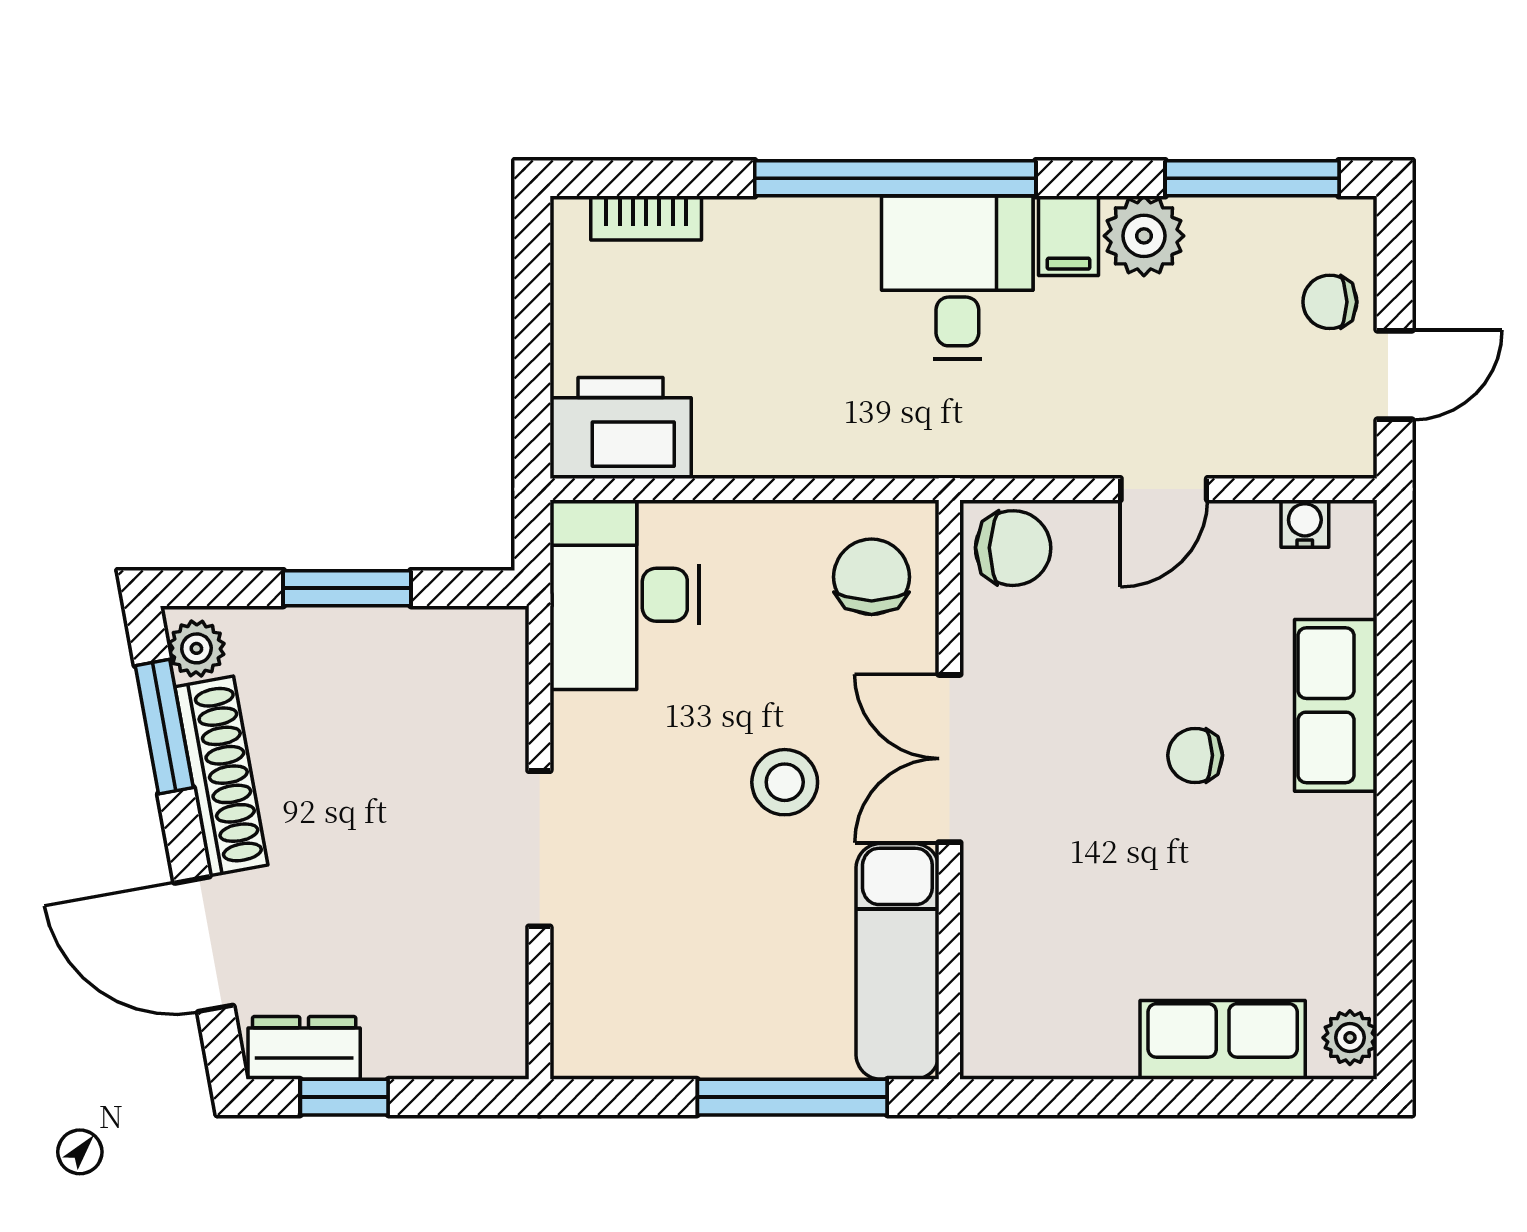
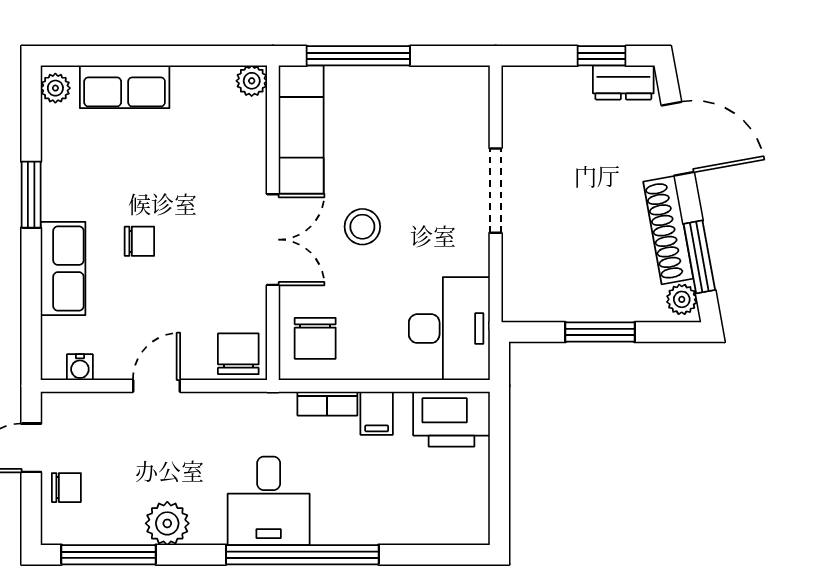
bookcase: (646, 218) -> (327, 404), moved, turned 180
filing cabinet: (1068, 236) -> (377, 413), moved, turned 180
chair: (1013, 548) -> (238, 354), turned 89
window: (1395, 841) -> (31, 195), added
plant: (988, 1051) -> (252, 81), added

